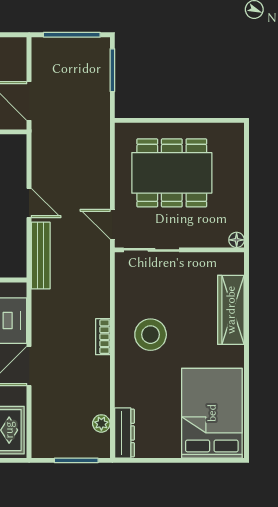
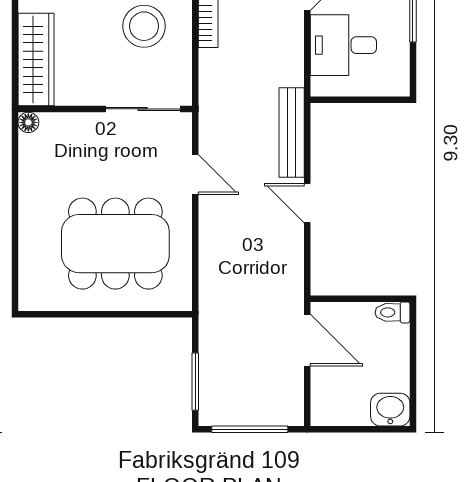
floor lamp: (237, 240) -> (28, 122), moved
sliding door: (151, 250) -> (143, 109), moved
wall: (179, 250) -> (105, 109), moved

